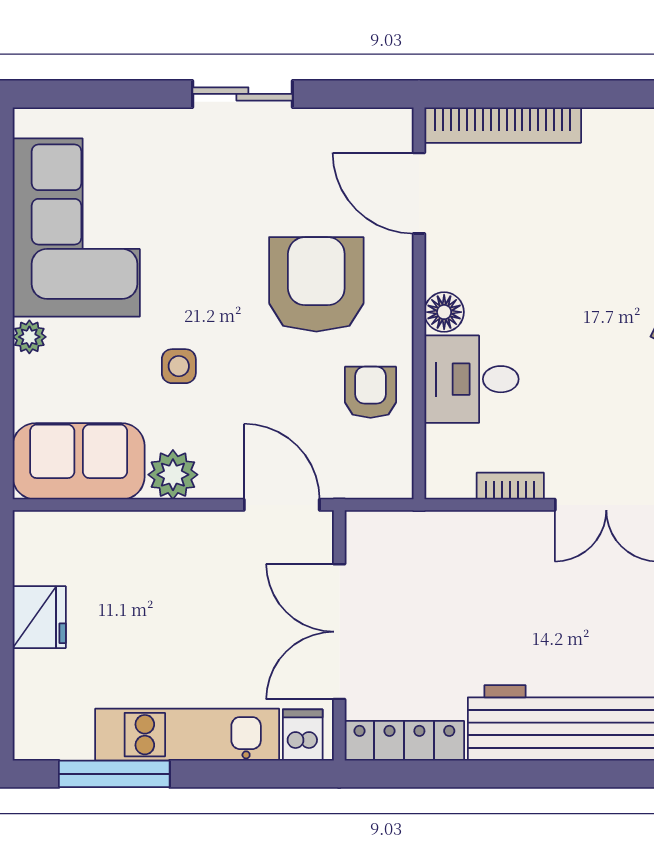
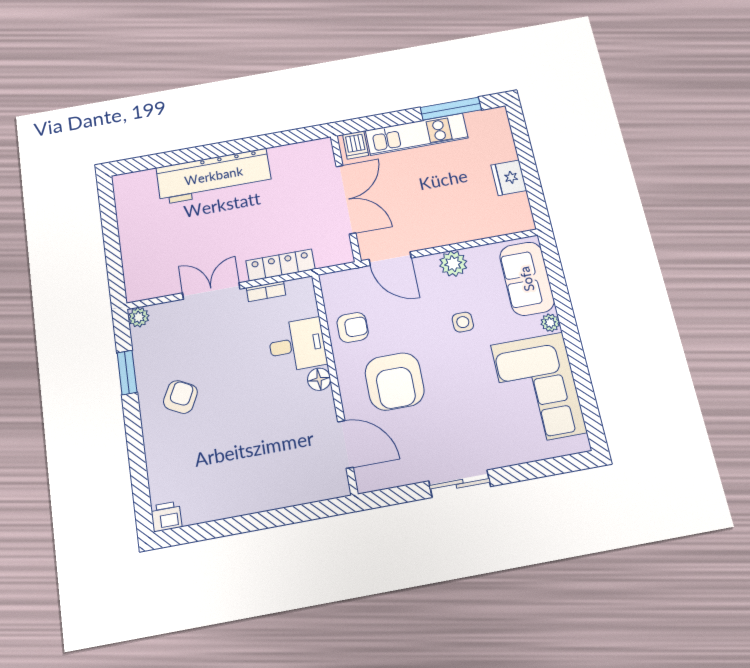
bookcase: (503, 125) -> (303, 494), removed
armchair: (370, 392) -> (353, 327), turned -90
sofa: (79, 461) -> (527, 279), moved, turned 90
locker: (404, 741) -> (280, 265), moved, turned 180

